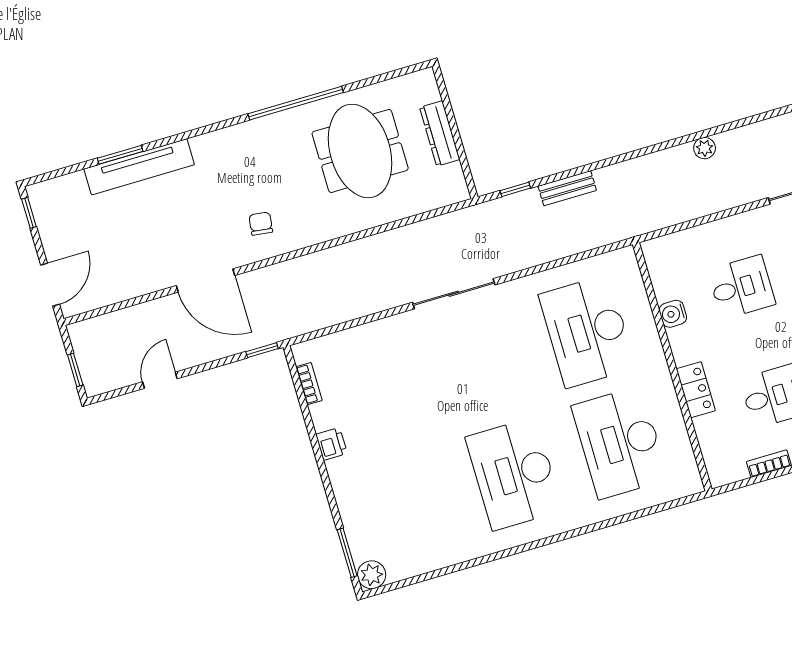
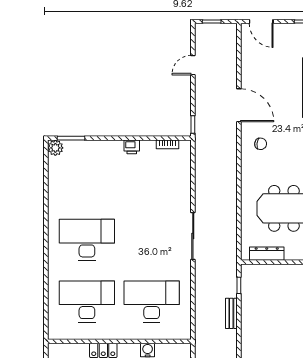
dresser: (440, 133) -> (267, 254), moved
door: (205, 281) -> (239, 105), swing flipped
door: (160, 380) -> (193, 65), swing flipped

